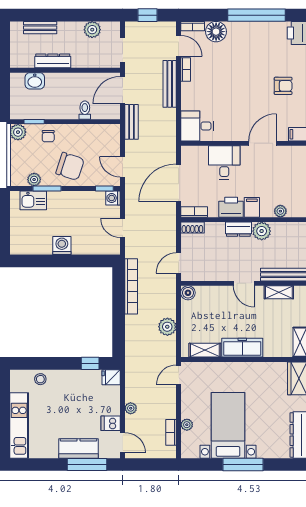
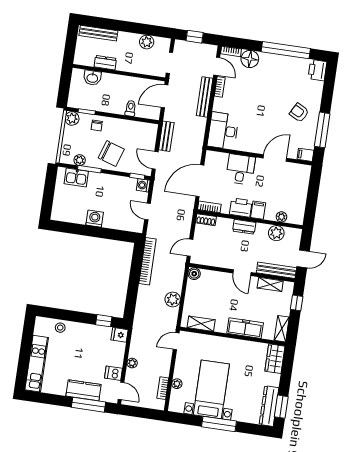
bench: (40, 28) -> (98, 33), width x1.36
dresser: (53, 61) -> (105, 63), width x0.70
armchair: (283, 86) -> (299, 113), turned -152
bench: (132, 122) -> (166, 136), moved
desk: (197, 126) -> (223, 131), width x1.37
plant: (262, 231) -> (276, 233), moved
freezer: (242, 348) -> (245, 328), moved

